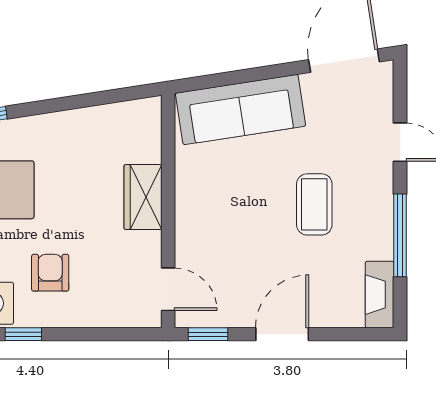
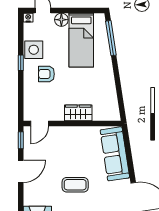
armchair: (50, 273) -> (46, 74), turned 180
door: (282, 334) -> (21, 171), hinge flipped

